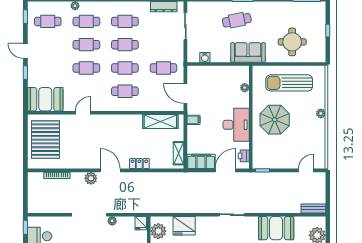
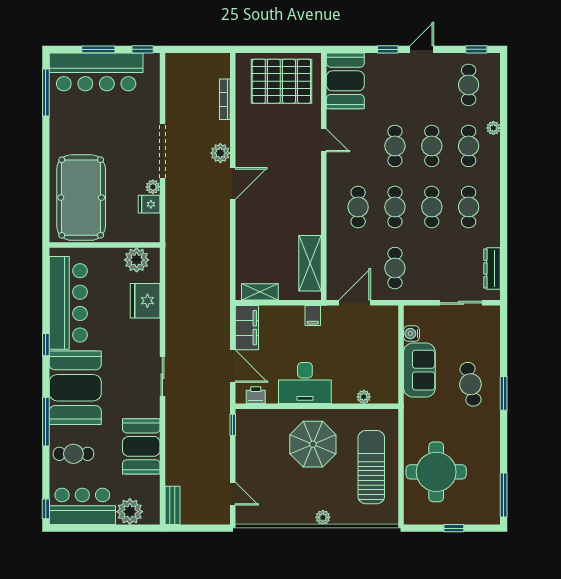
round table: (292, 42) -> (436, 472), width x1.36, depth x1.36
sofa: (248, 52) -> (419, 370), moved
locker: (139, 164) -> (243, 230), removed
fridge: (141, 223) -> (149, 204), moved

